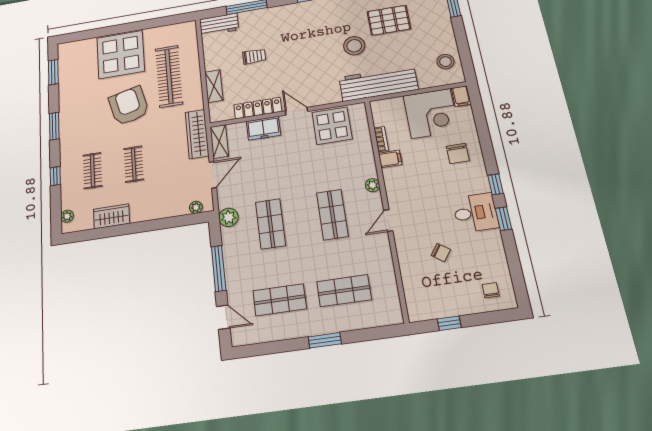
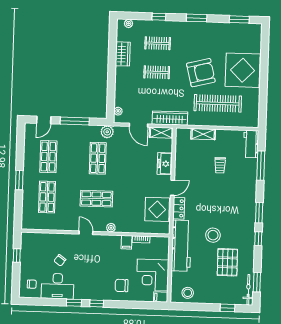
locker: (258, 108) -> (179, 208), moved, width x0.66
desk: (475, 213) -> (58, 286), moved, width x1.37
shop shelf: (270, 224) -> (98, 158), turned 90

